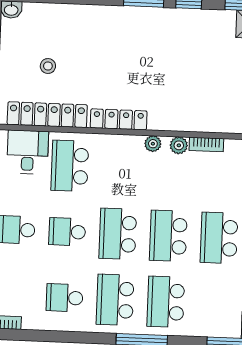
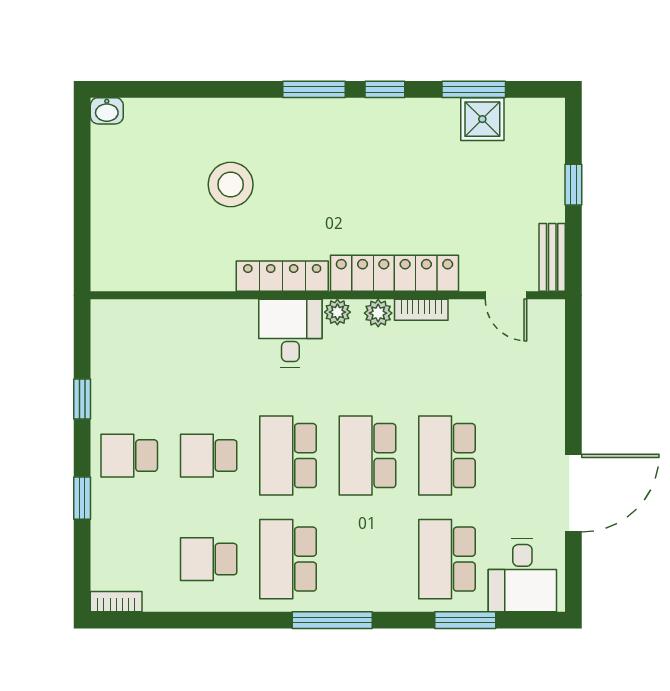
stool: (48, 66) -> (231, 184), moved, width x1.89, depth x1.89
locker: (47, 115) -> (394, 273), moved
desk: (28, 152) -> (290, 333), moved
school desk: (70, 166) -> (209, 352), removed
school desk: (166, 302) -> (447, 559), moved

